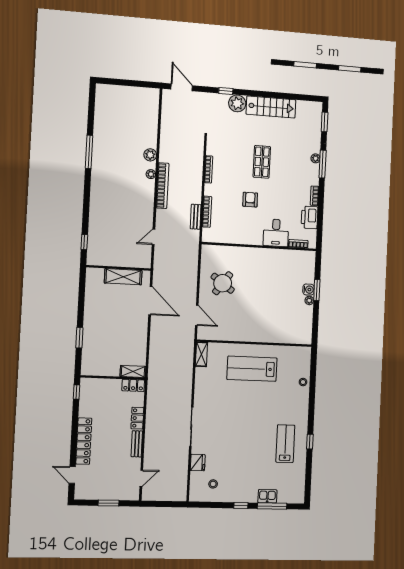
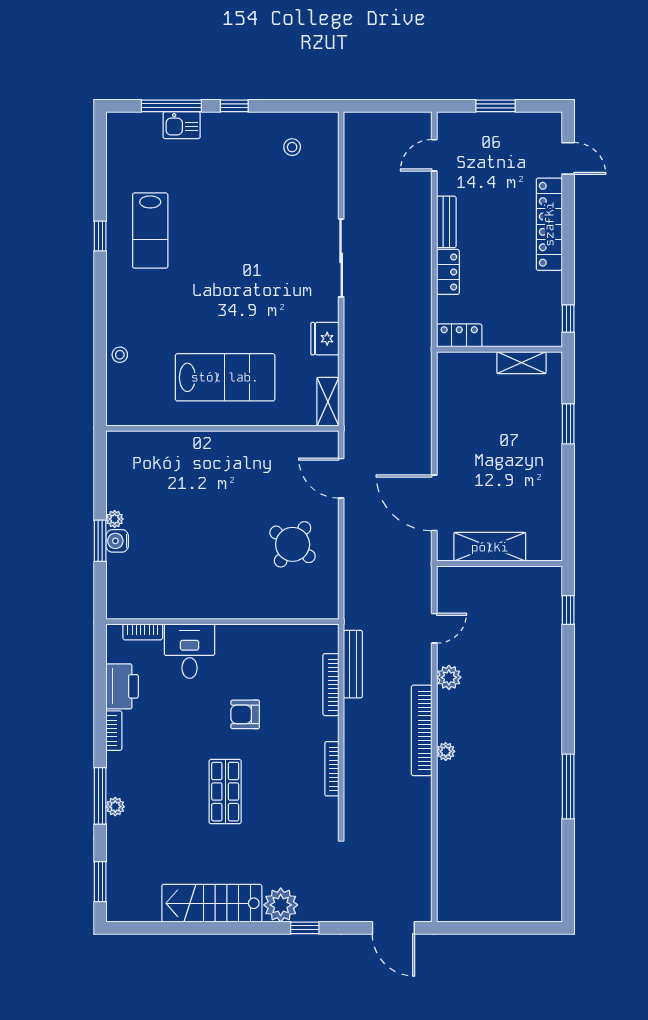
plant: (150, 155) -> (449, 677), moved
armchair: (250, 200) -> (245, 714), turned 90
bench: (196, 217) -> (353, 664), width x1.36
shelving: (133, 371) -> (521, 363), moved
fridge: (198, 463) -> (325, 339), moved

